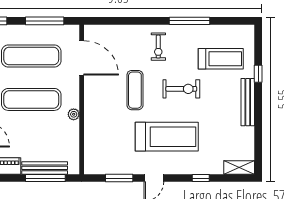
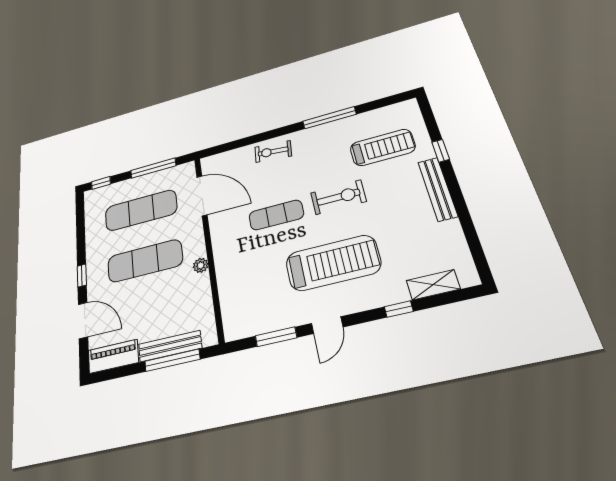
exercise bike: (158, 47) -> (273, 152), moved, turned 96
exercise mat: (135, 90) -> (276, 215), turned 90
shelving: (239, 167) -> (433, 285), moved

